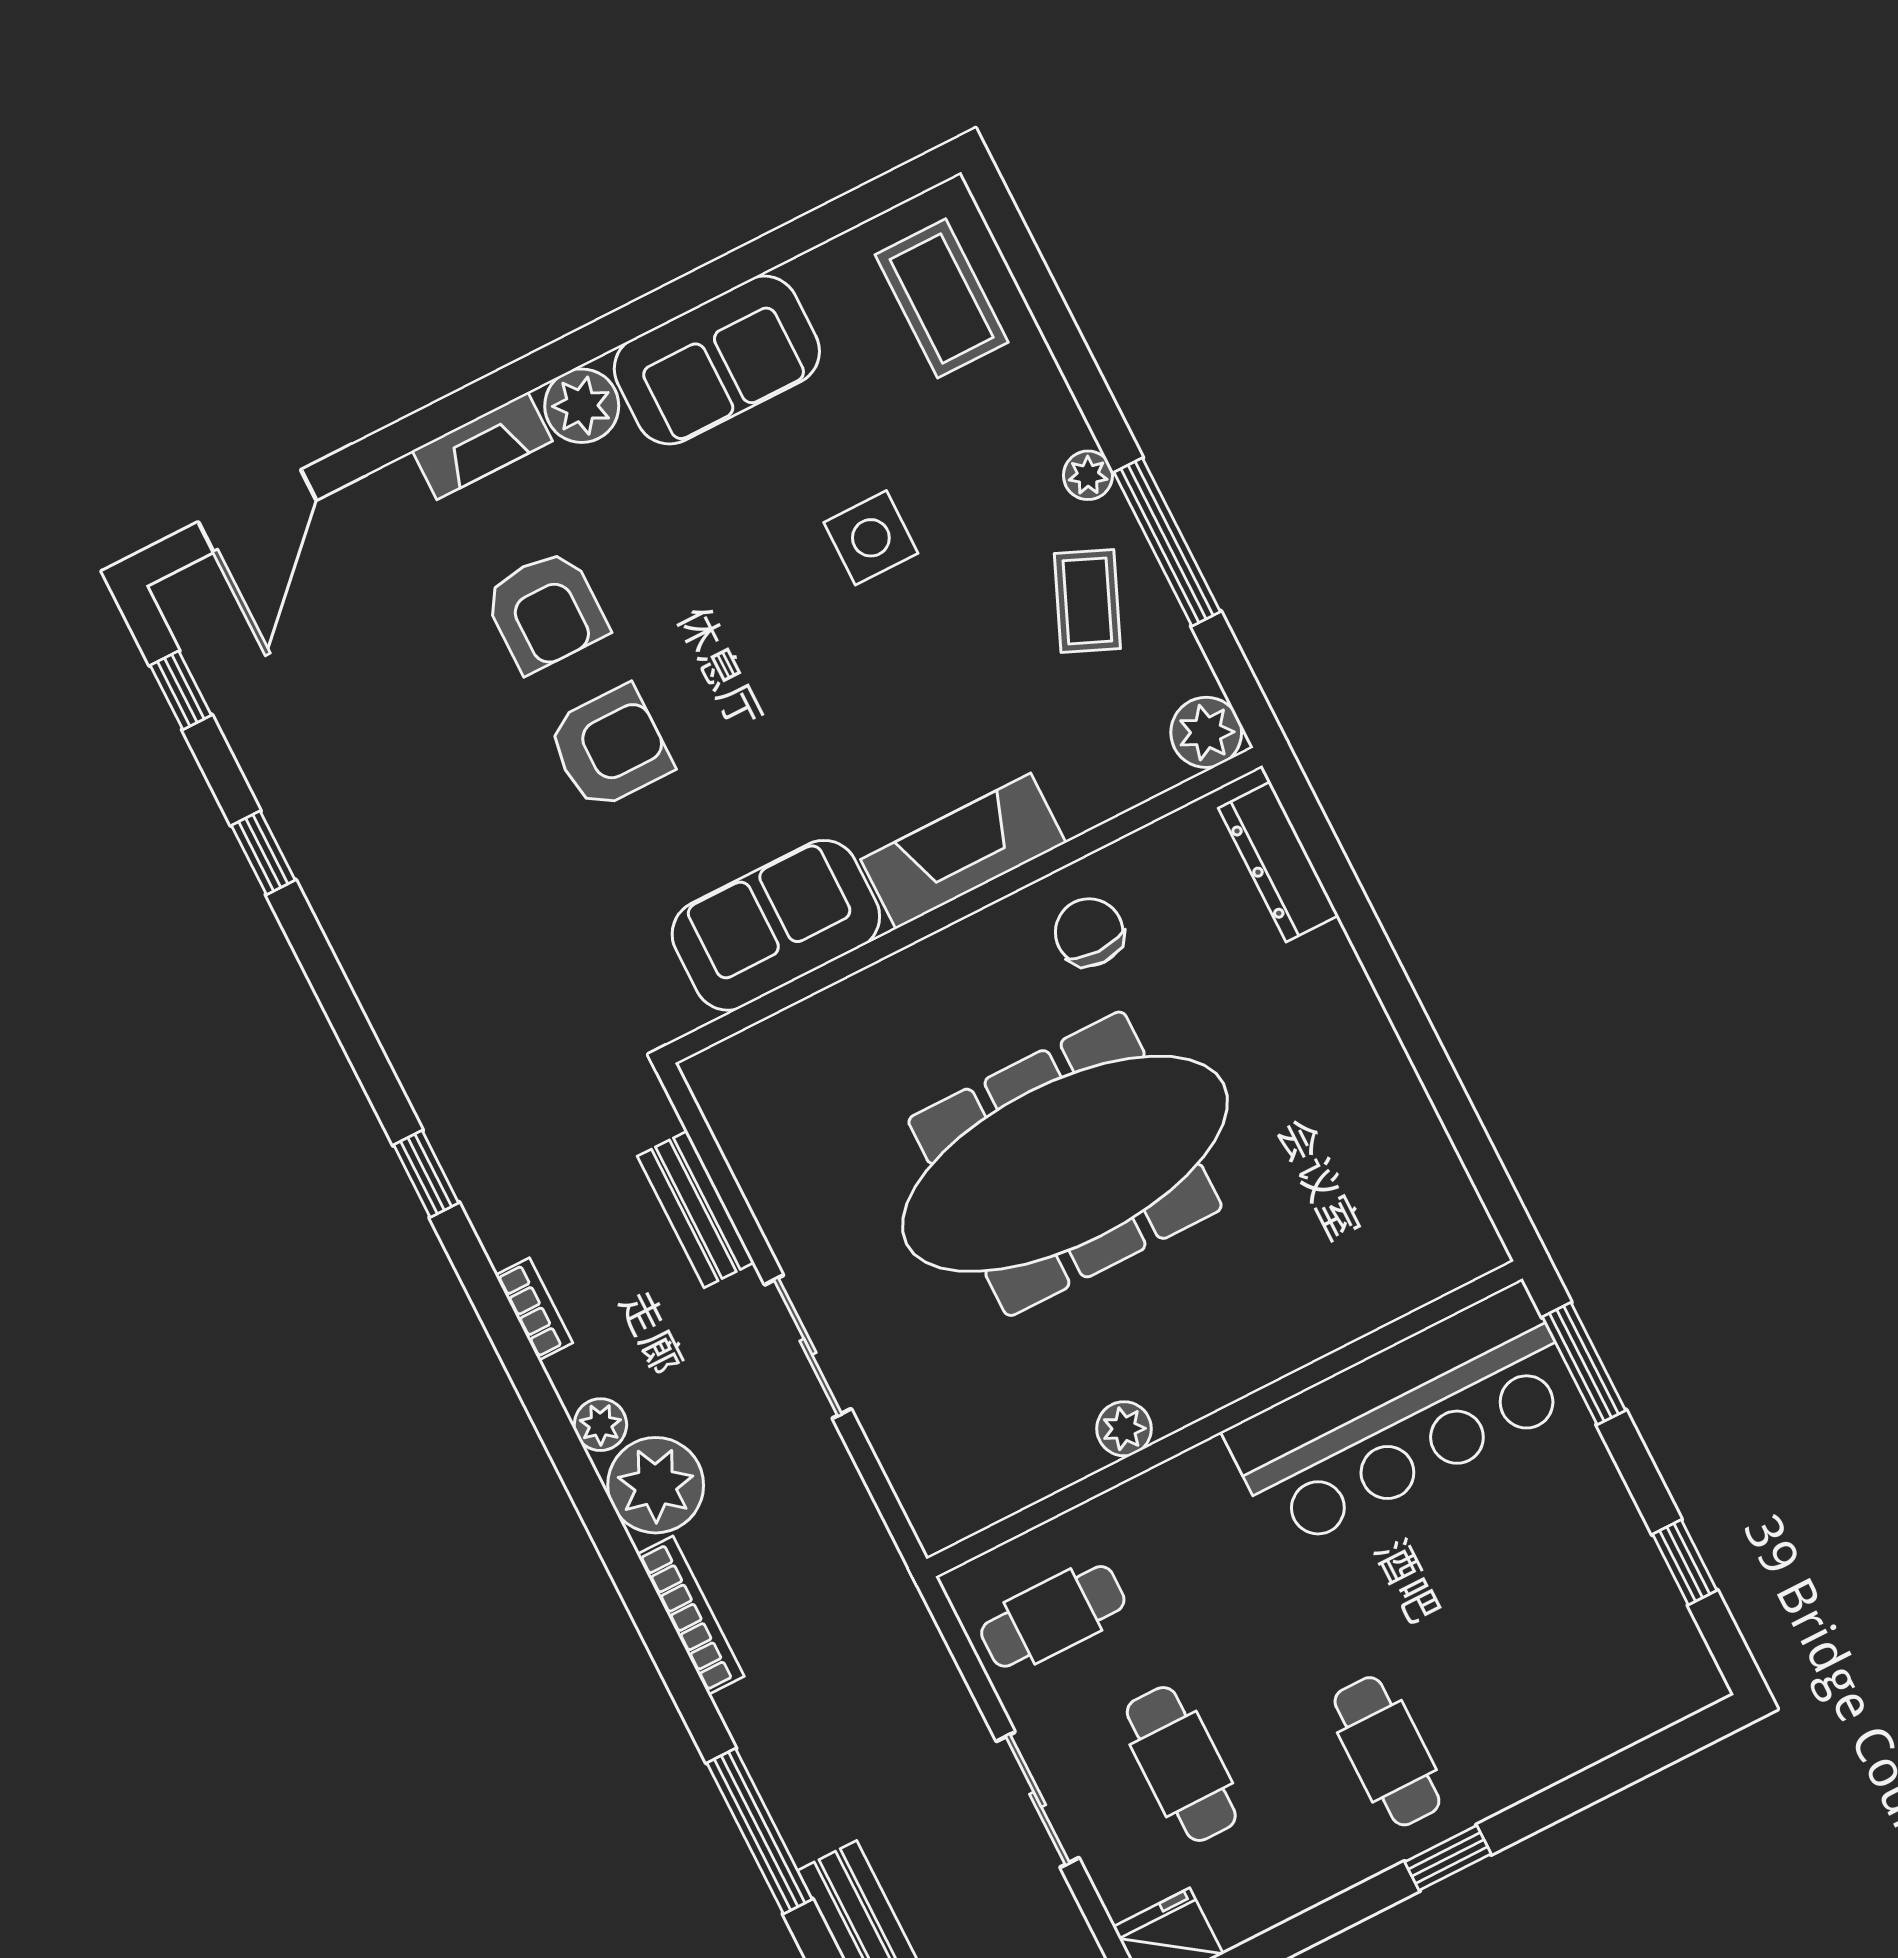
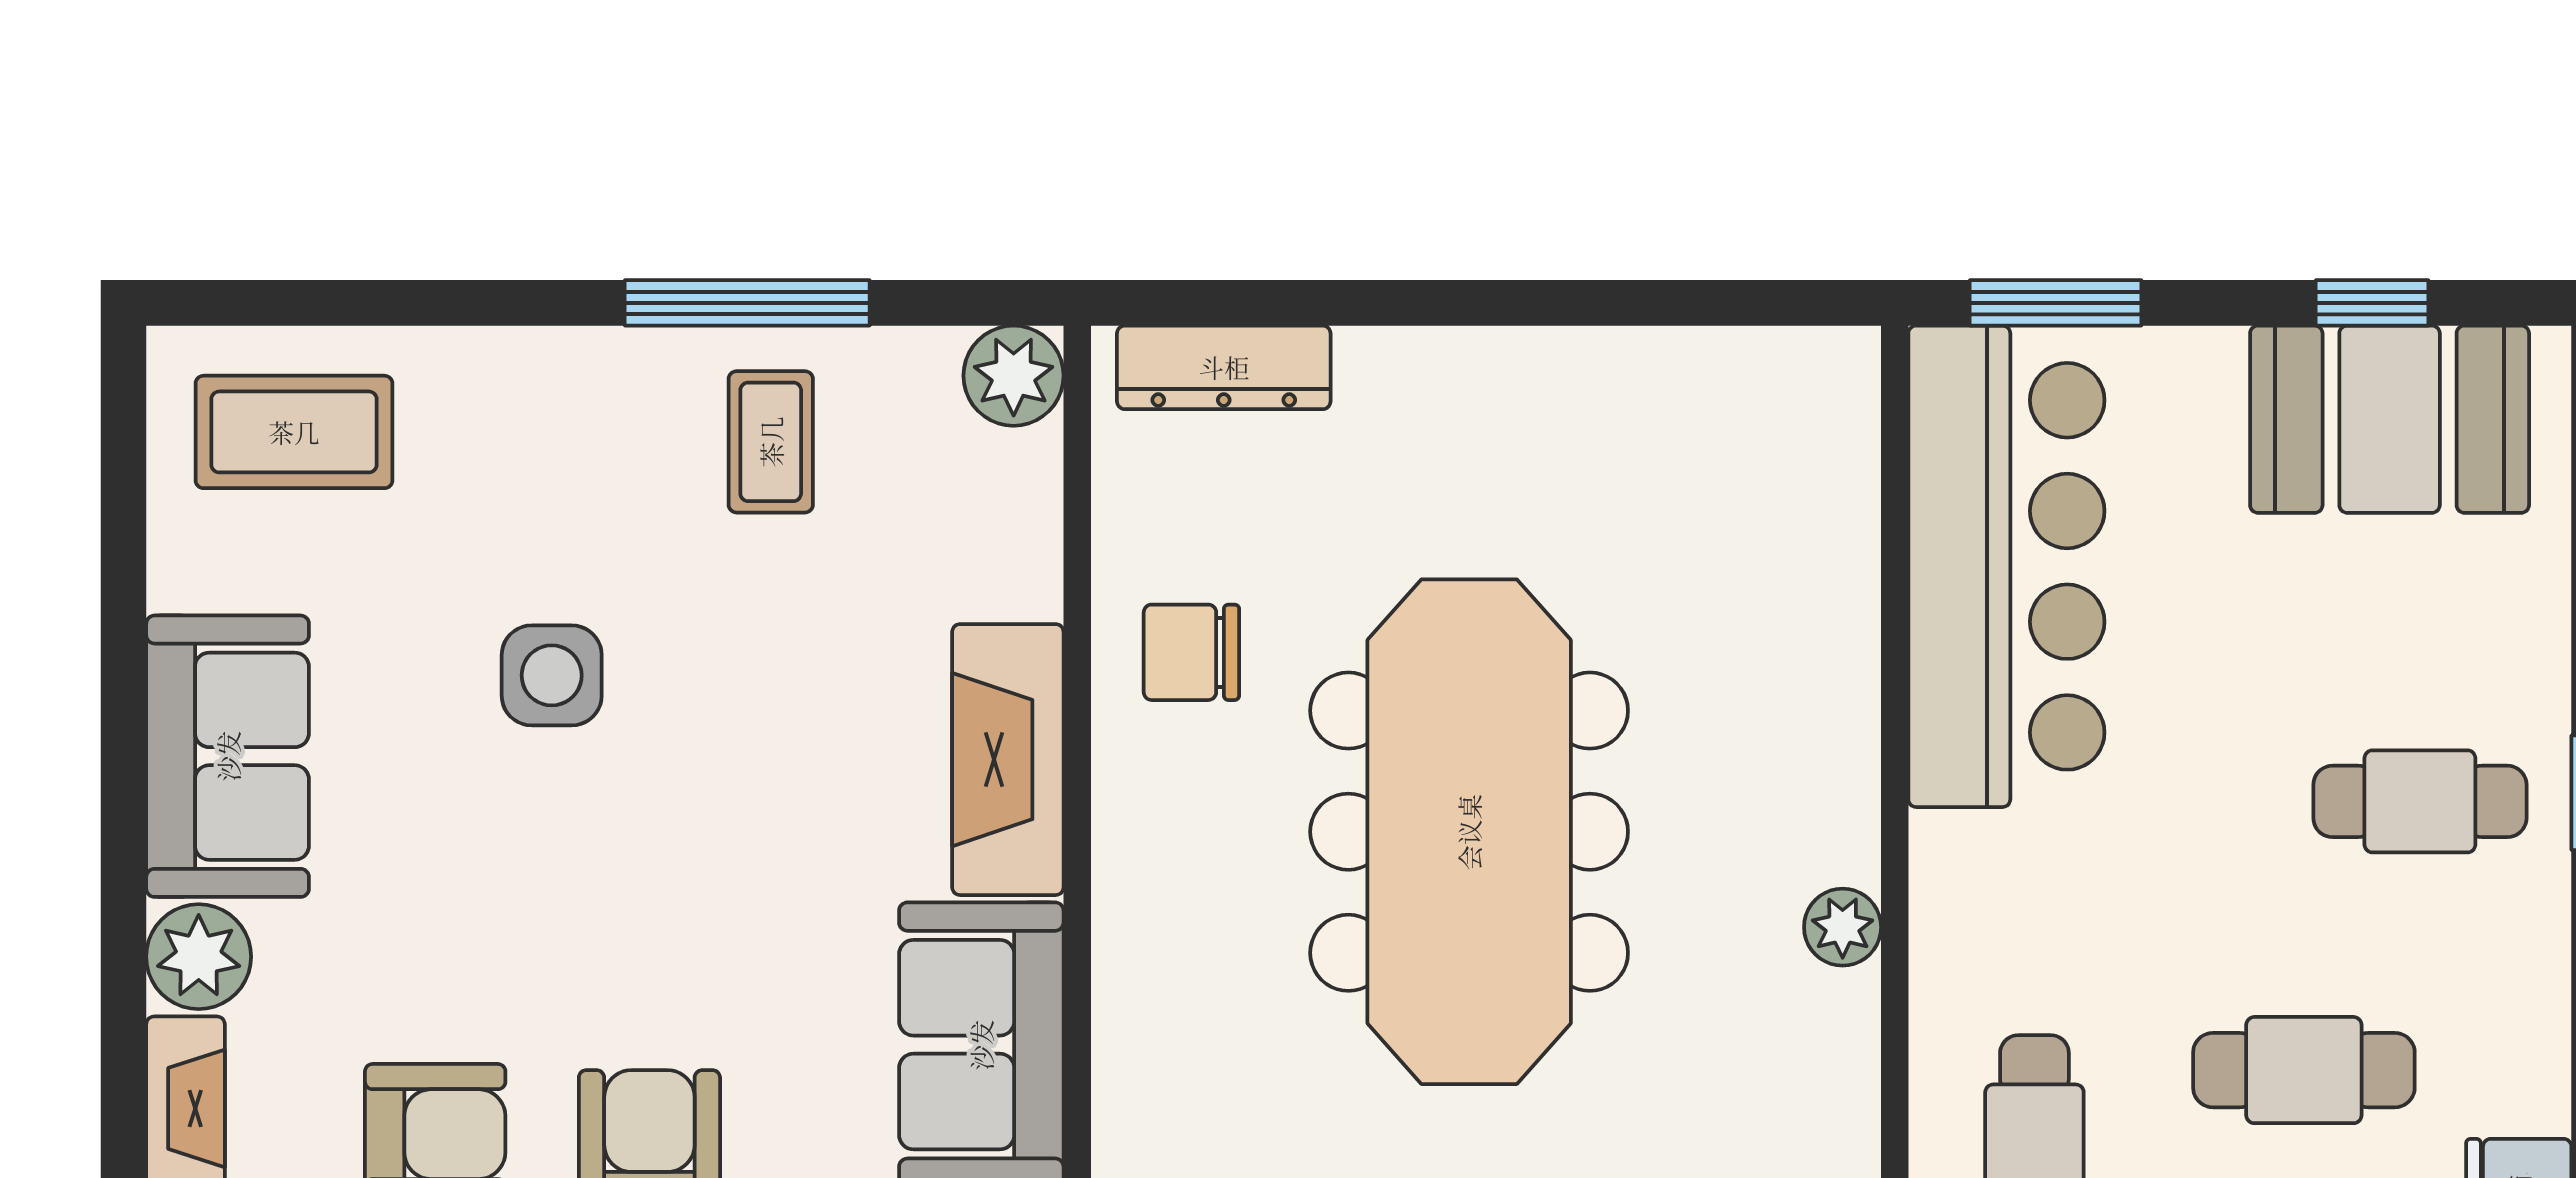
plant: (1088, 475) -> (612, 360), removed
coffee table: (1087, 601) -> (771, 442), turned 67
booth: (1617, 1610) -> (2390, 419), added

